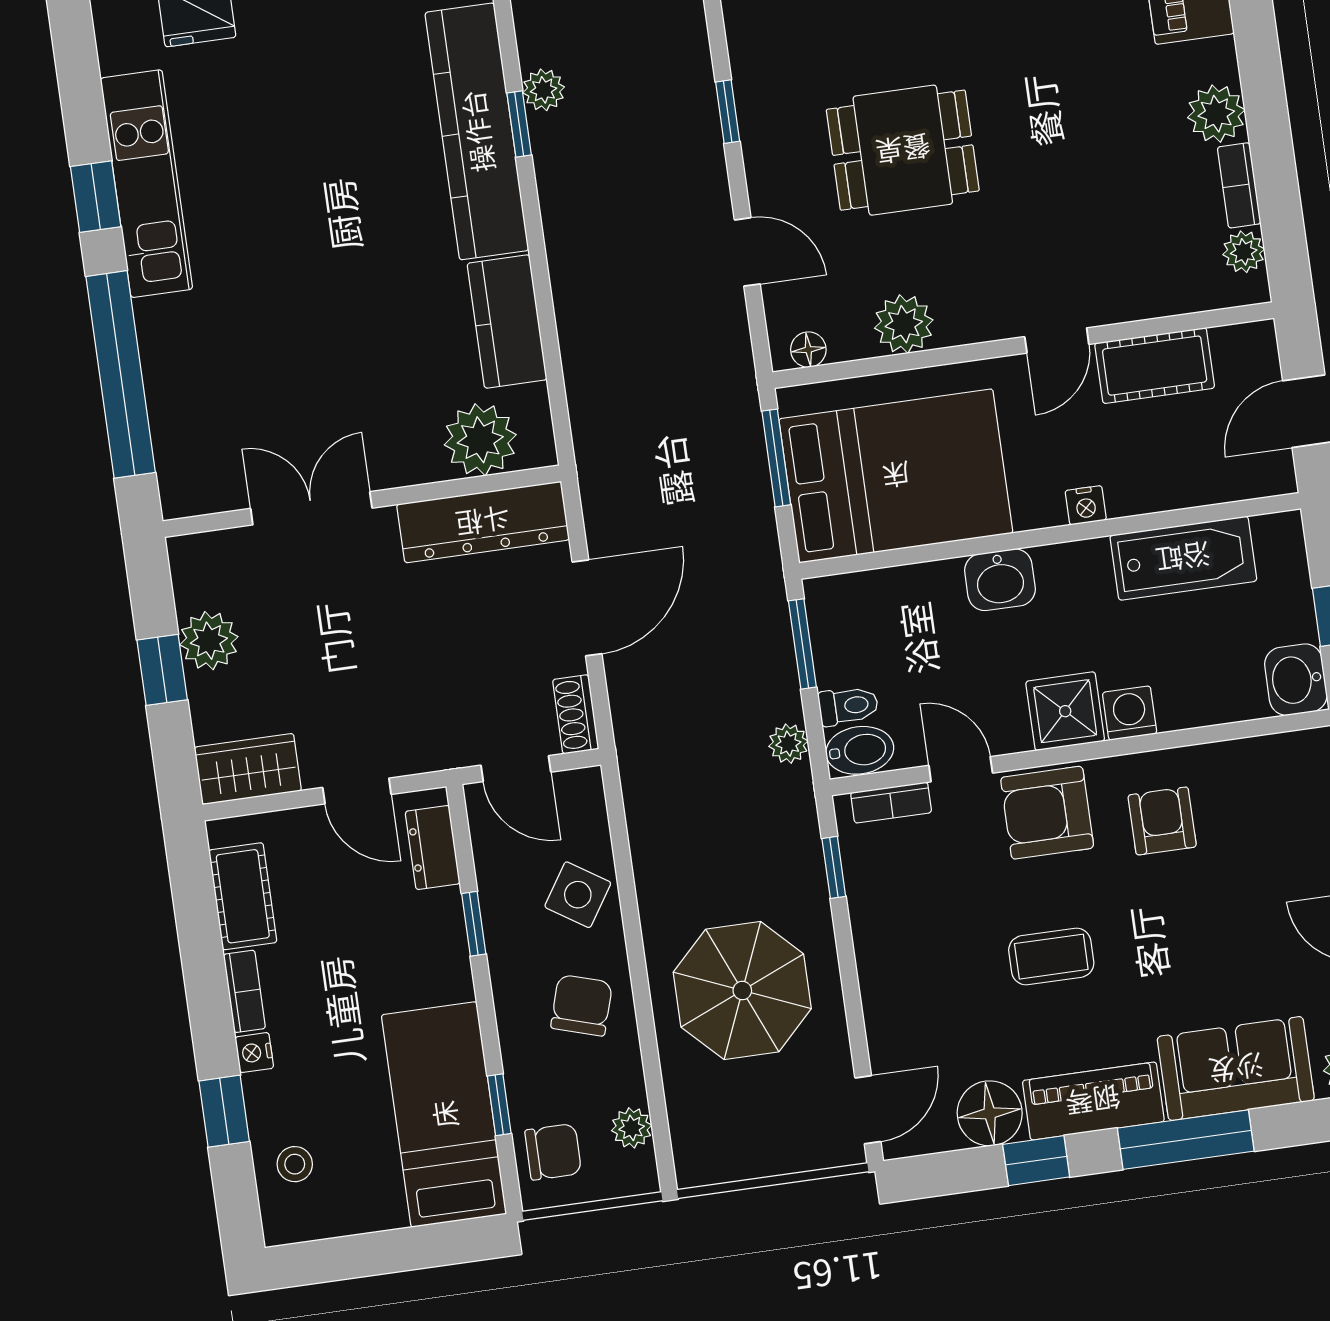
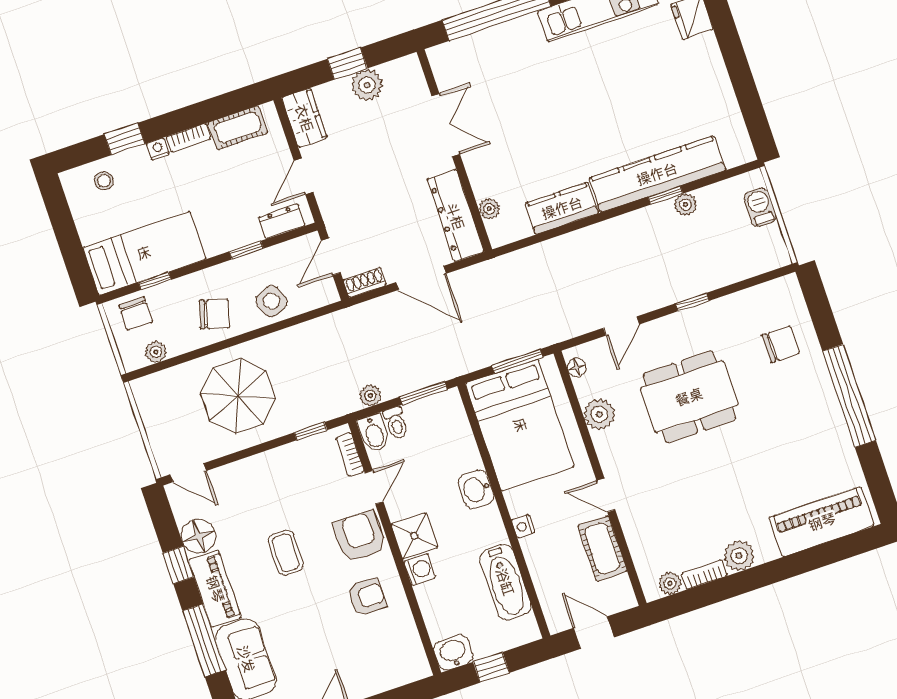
dining table: (903, 150) -> (689, 397), width x1.38
plant: (480, 440) -> (489, 209), width x0.53, depth x0.53
side table: (578, 895) -> (271, 301), turned 34

